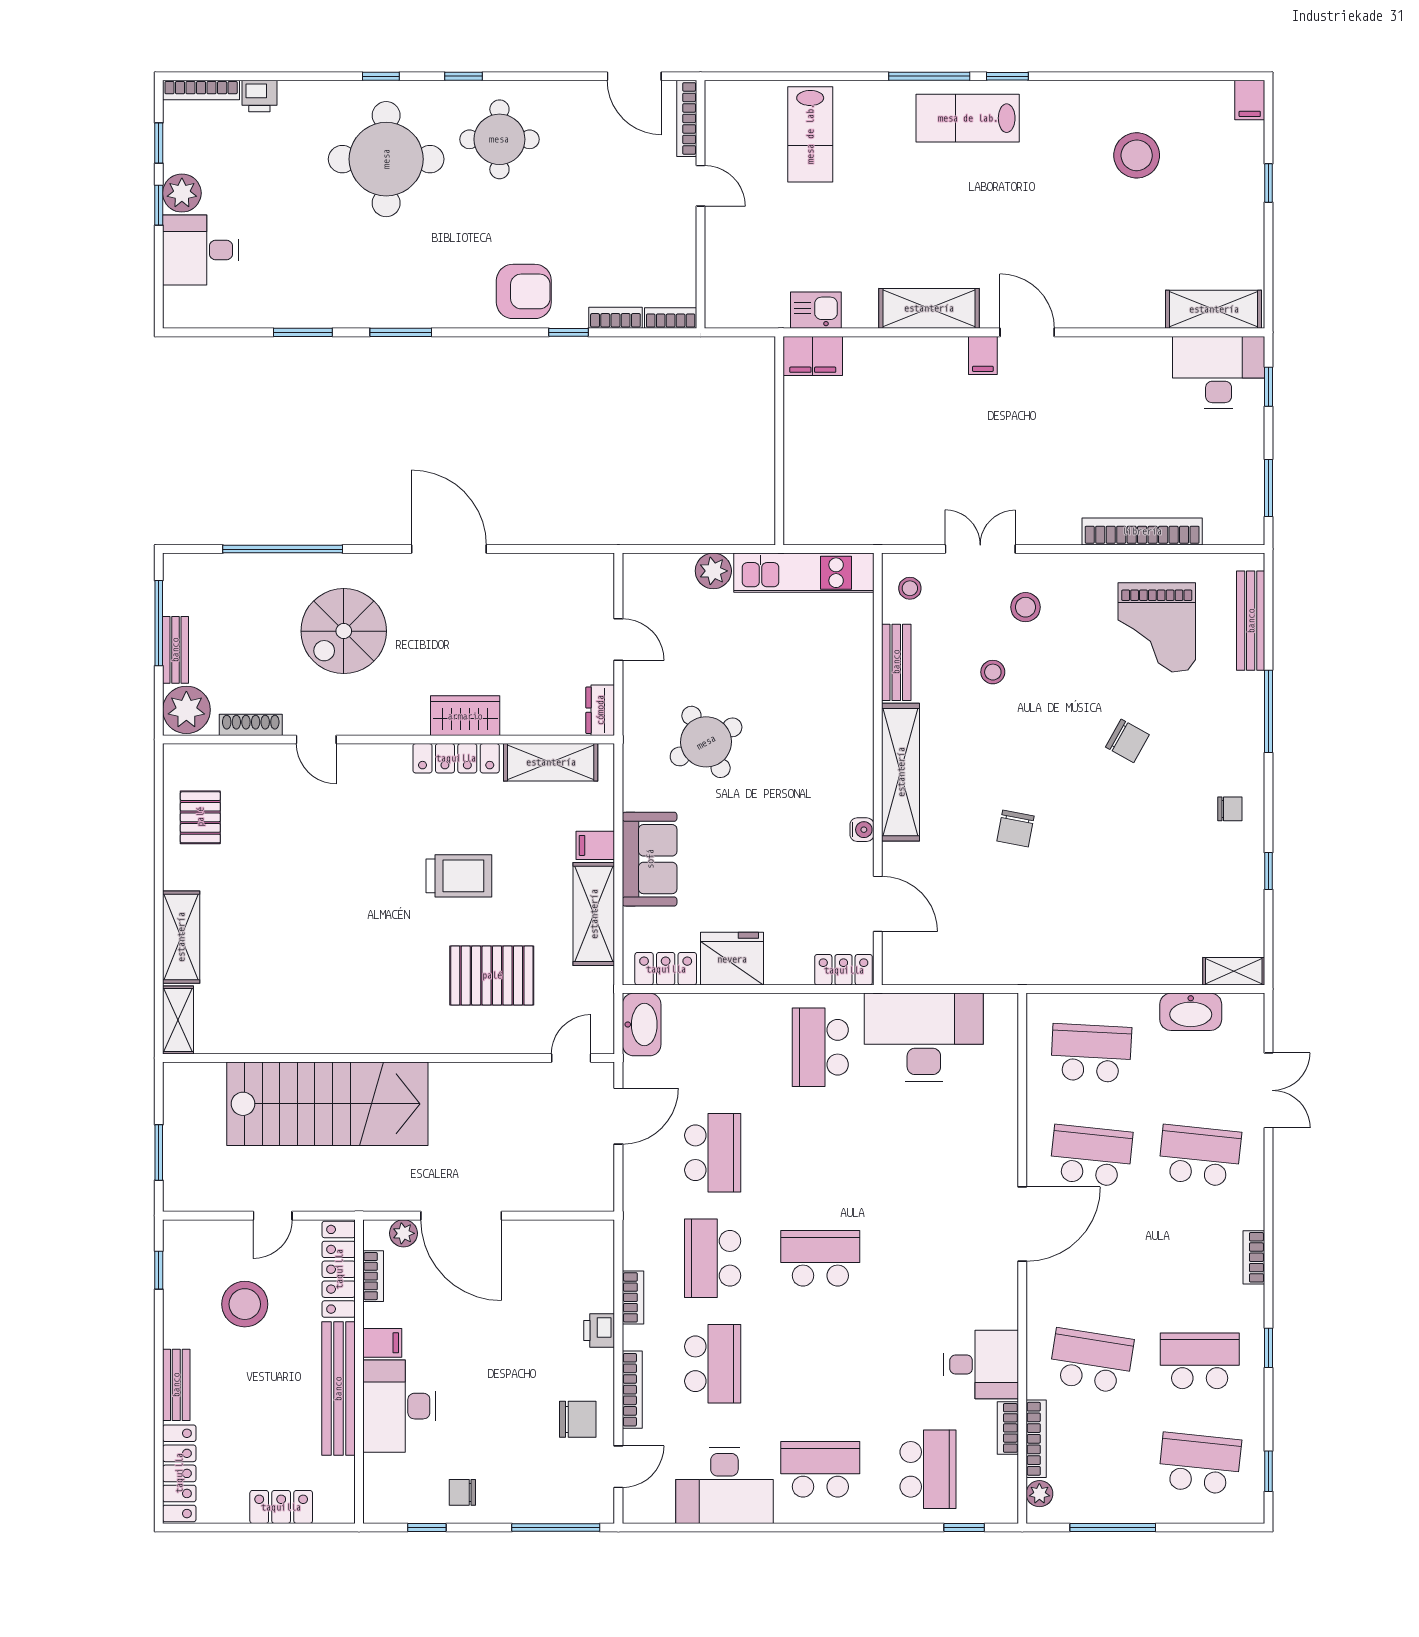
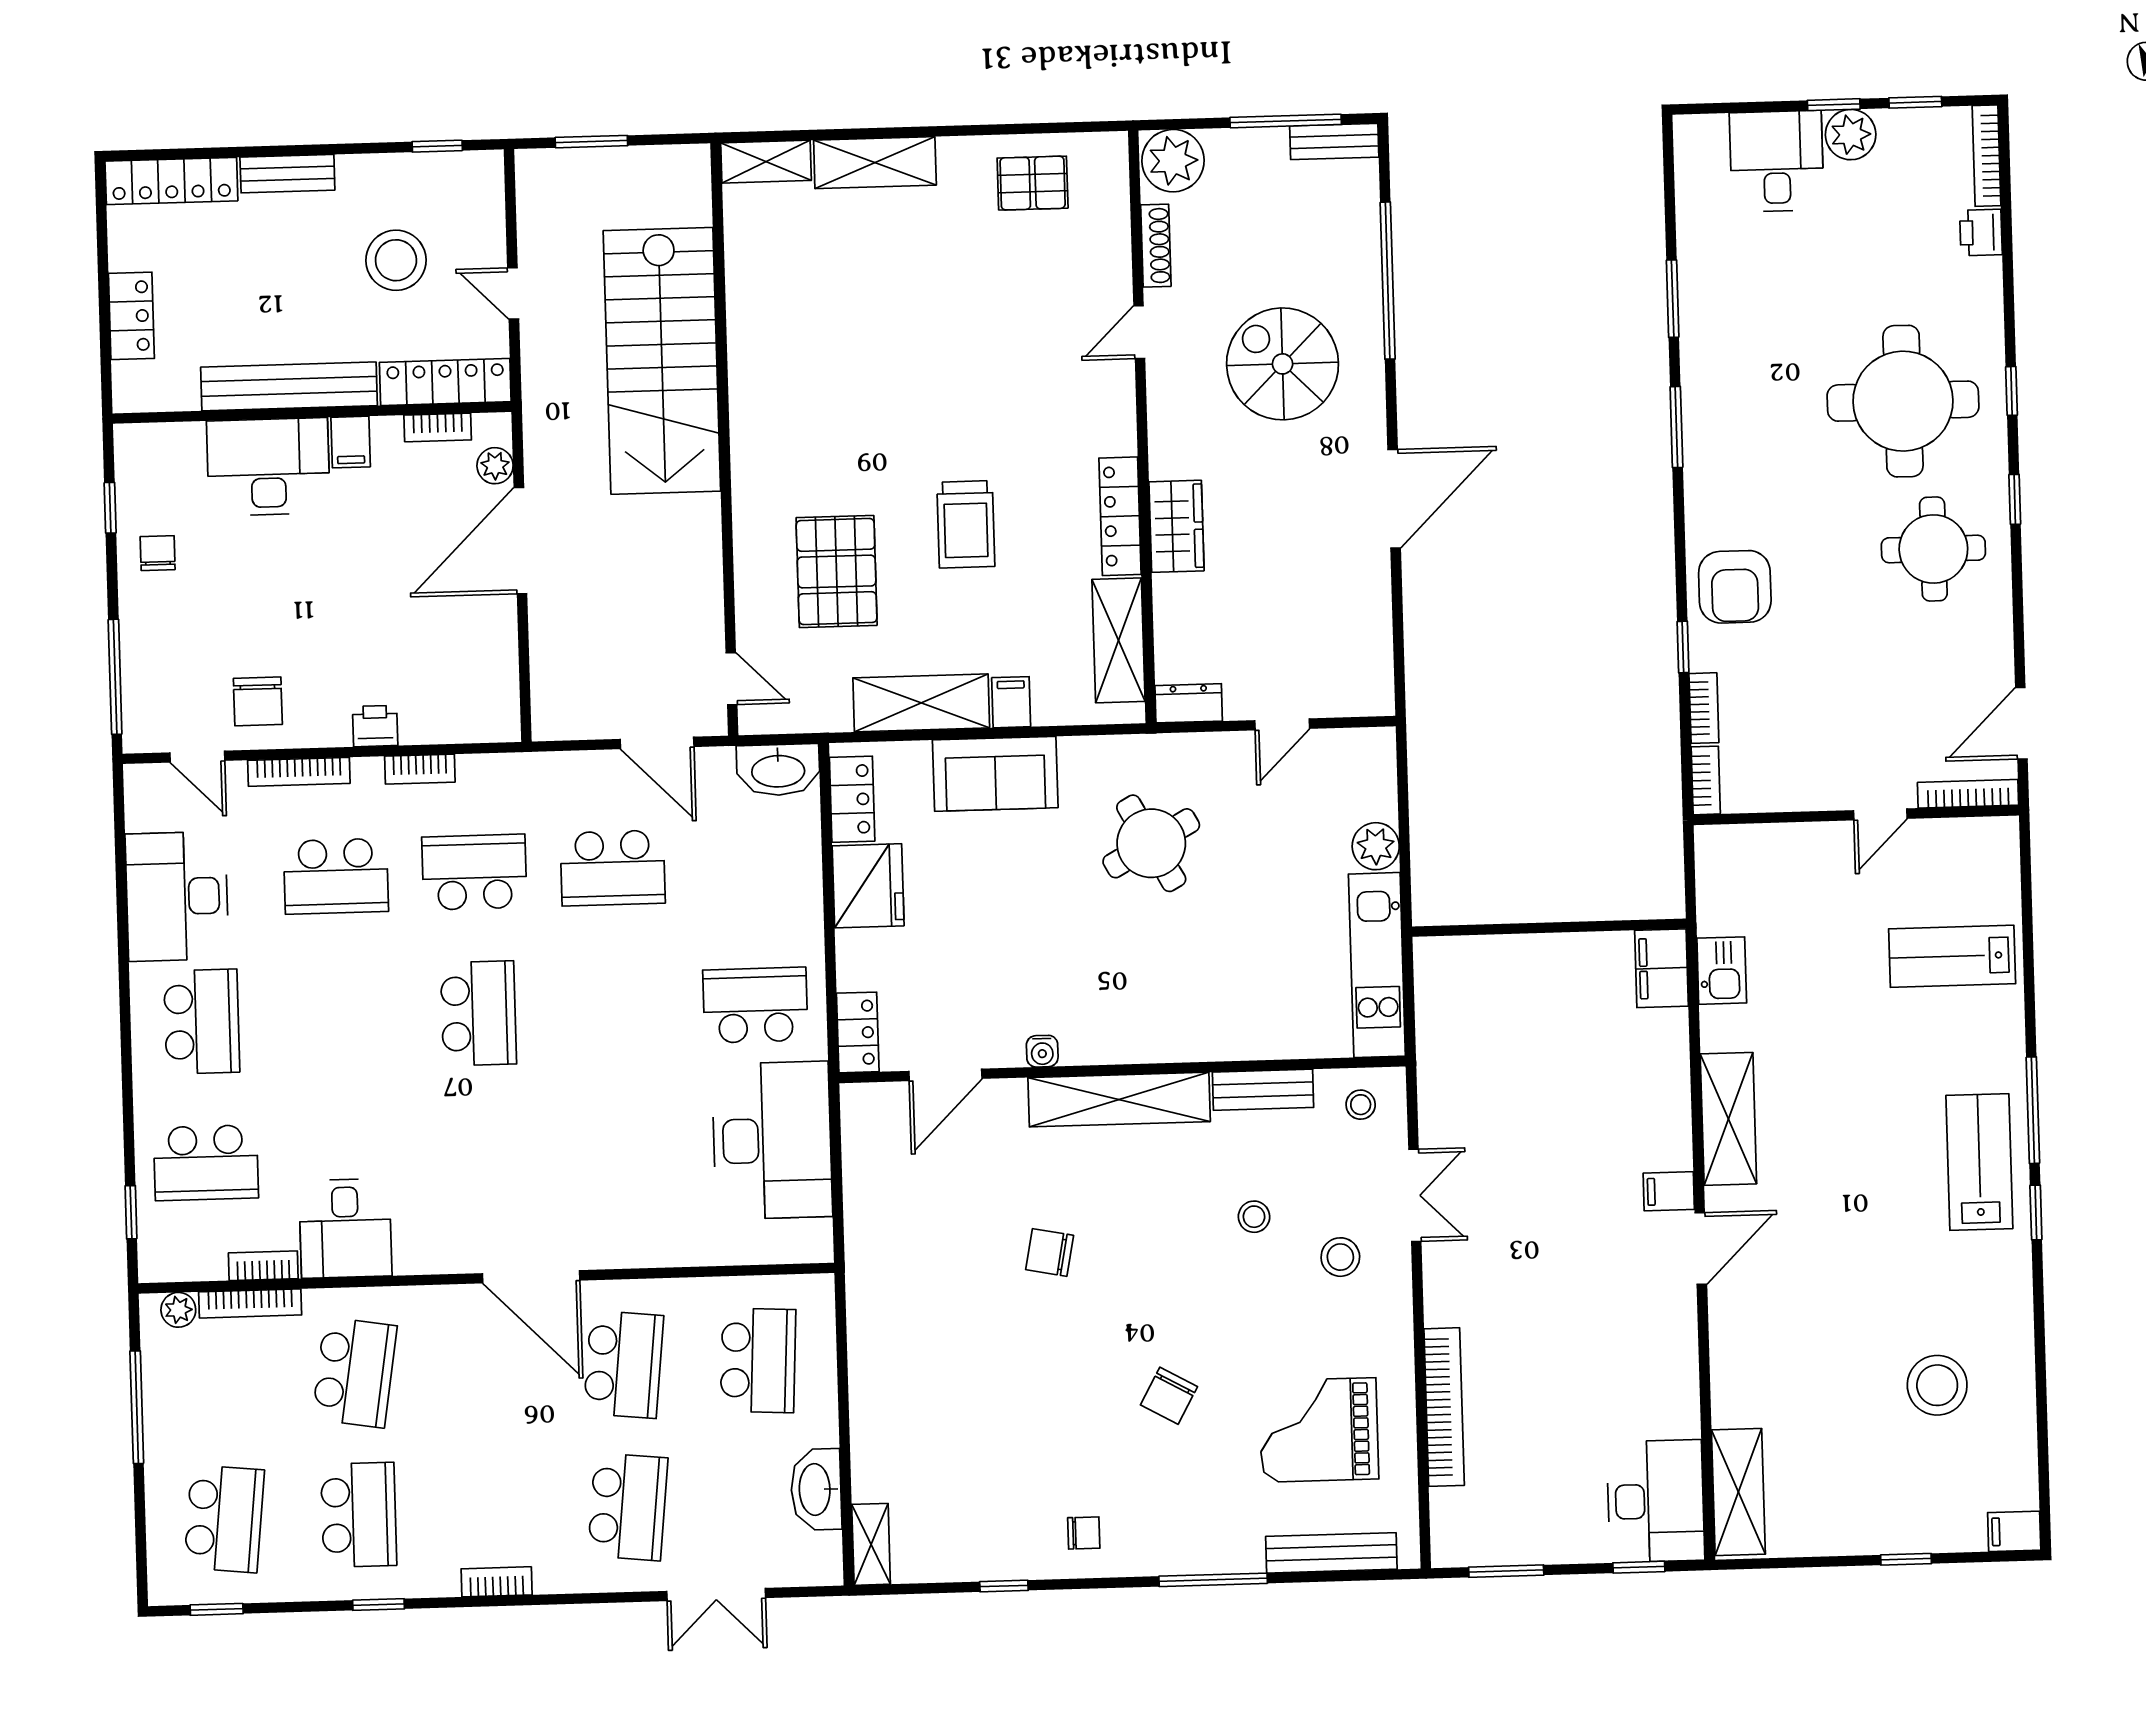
bench: (175, 650) -> (1334, 142), moved
chair: (1230, 809) -> (1084, 1533), turned -90

